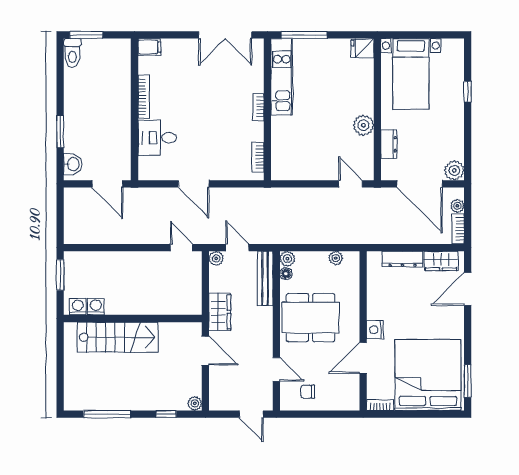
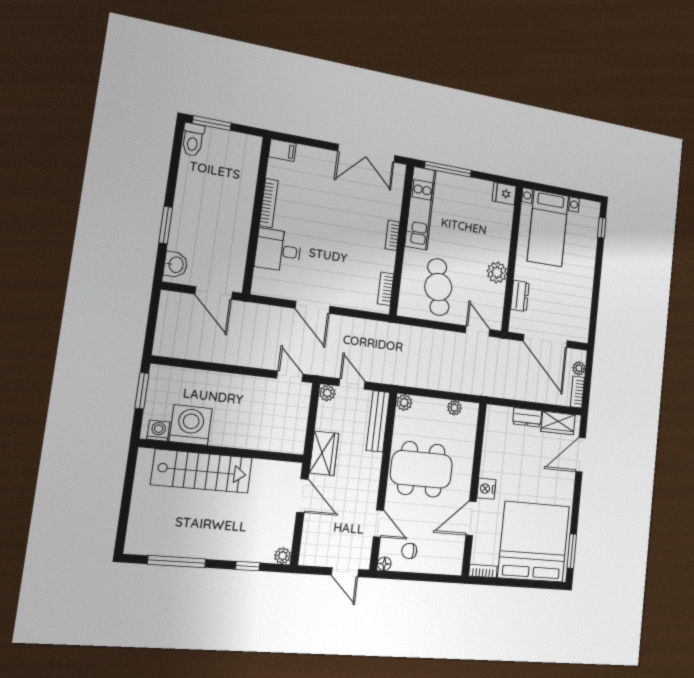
window: (468, 92) -> (602, 228), moved
cafe table: (307, 148) -> (438, 287), added
plant: (454, 170) -> (579, 332), removed
dresser: (402, 259) -> (527, 417), width x0.70
floor lamp: (286, 274) -> (384, 564), moved
washing machine: (96, 307) -> (191, 425), width x1.89, depth x1.89

